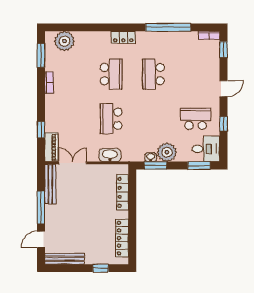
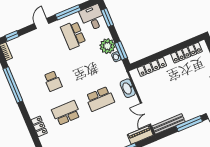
locker: (123, 37) -> (39, 126), moved
school desk: (153, 74) -> (53, 81), width x0.54
door: (224, 89) -> (41, 24), hinge flipped
window: (224, 124) -> (68, 12), width x2.17

